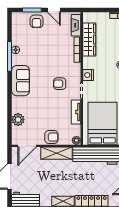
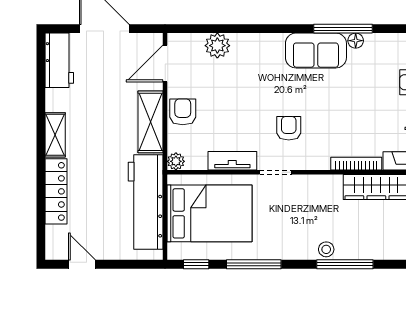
nightstand: (88, 75) -> (306, 185), removed
sofa: (21, 81) -> (316, 51), moved
armchair: (51, 137) -> (183, 112), turned 180
door: (27, 146) -> (165, 63), hinge flipped

